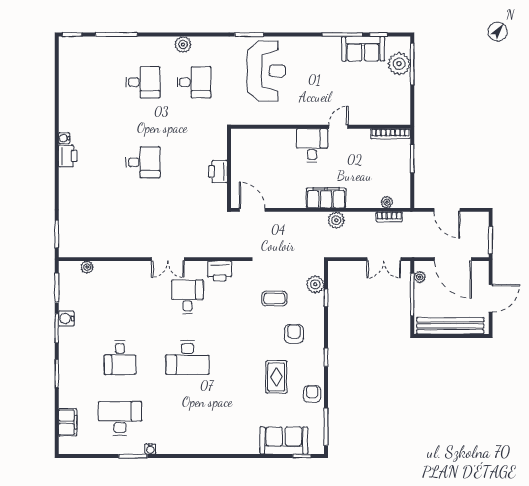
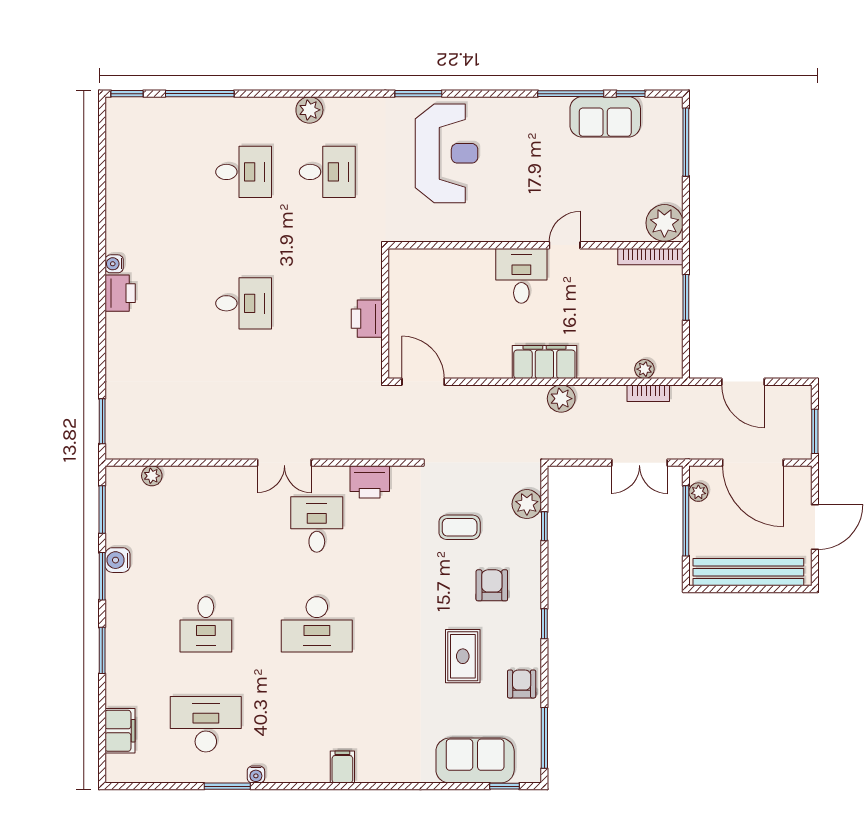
plant: (399, 64) -> (664, 223), moved
filing cabinet: (203, 444) -> (342, 767), added

